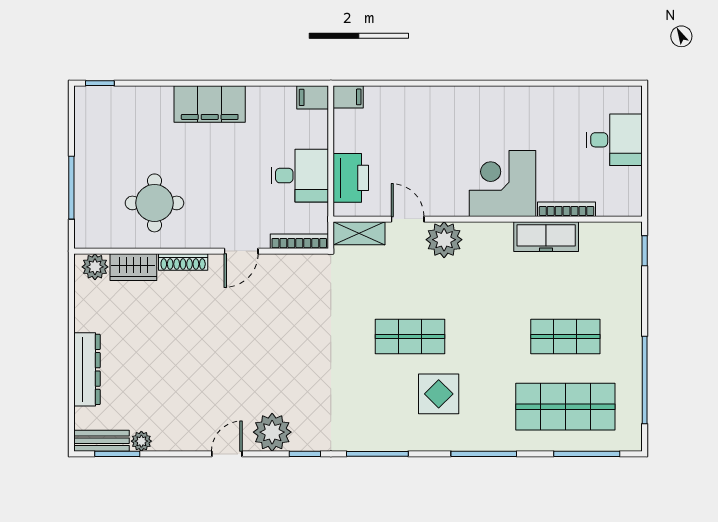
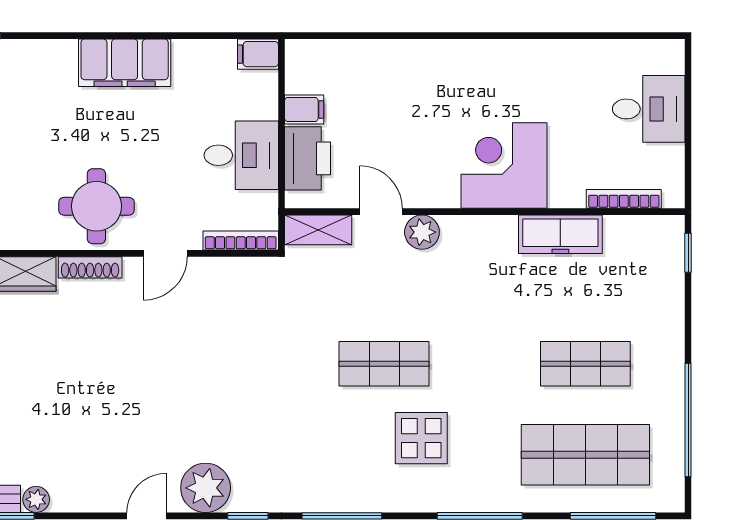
filing cabinet: (348, 97) -> (304, 110), moved
round table: (154, 203) -> (96, 206), moved
bookcase: (567, 209) -> (624, 199), moved
plant: (444, 240) -> (422, 232), width x0.73, depth x0.73

